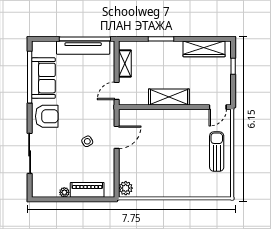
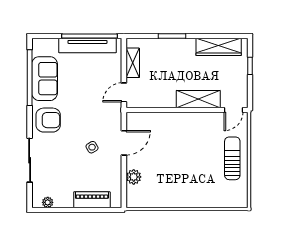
shelving: (169, 97) -> (198, 99), moved
plant: (126, 188) -> (134, 177), moved
plant: (64, 192) -> (48, 202), moved

